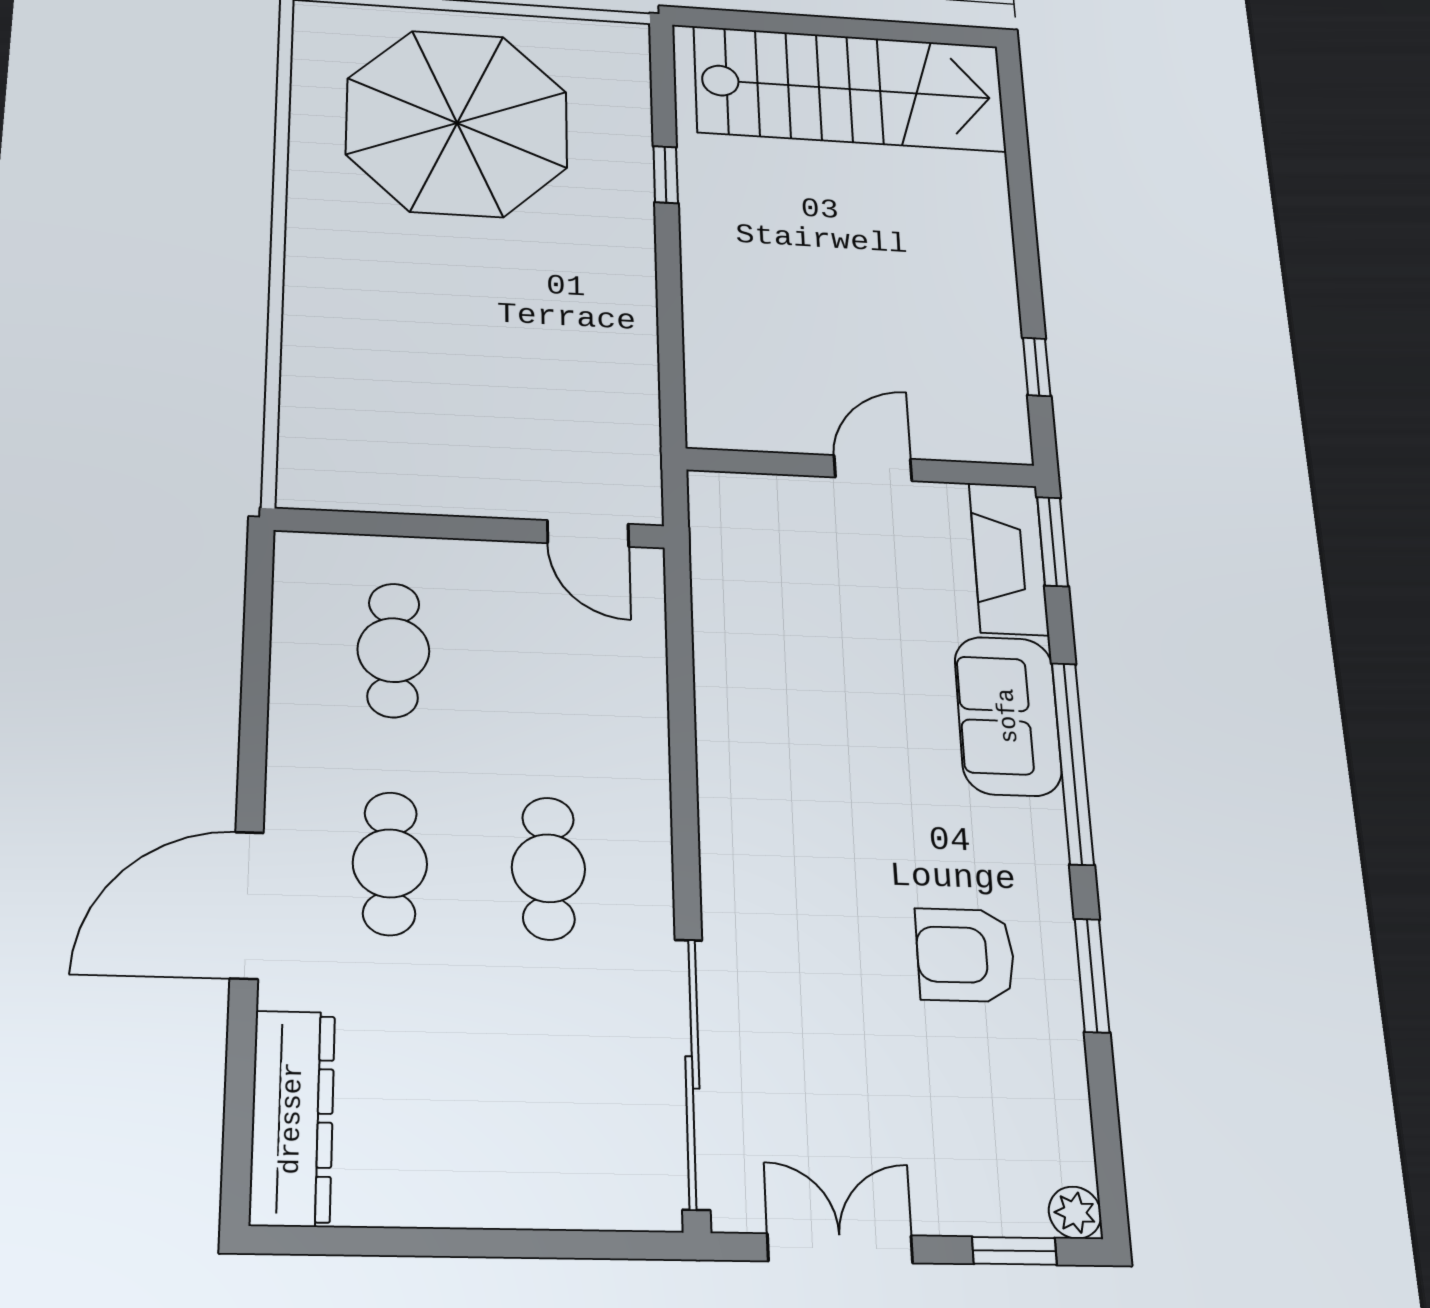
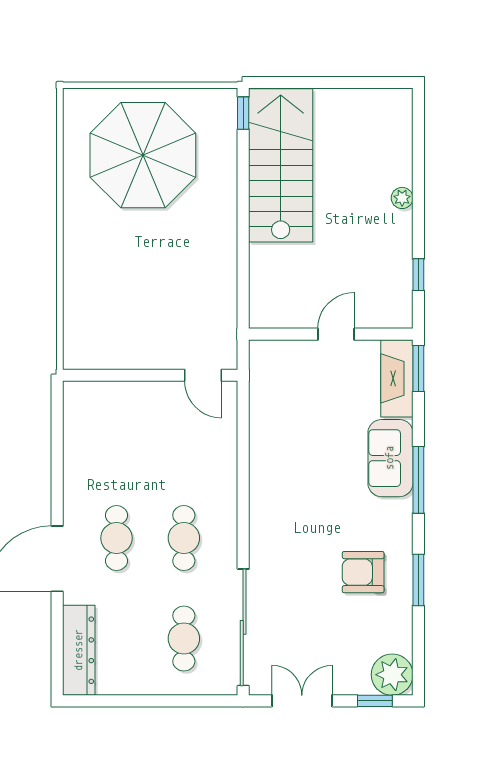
stairs: (850, 89) -> (281, 165), moved, turned -90
window: (666, 175) -> (243, 113), moved
plant: (992, 229) -> (402, 198), added
cafe table: (393, 650) -> (184, 639), moved
window: (1073, 763) -> (418, 480), width x0.68
plant: (1075, 1213) -> (392, 675), width x1.88, depth x1.88

